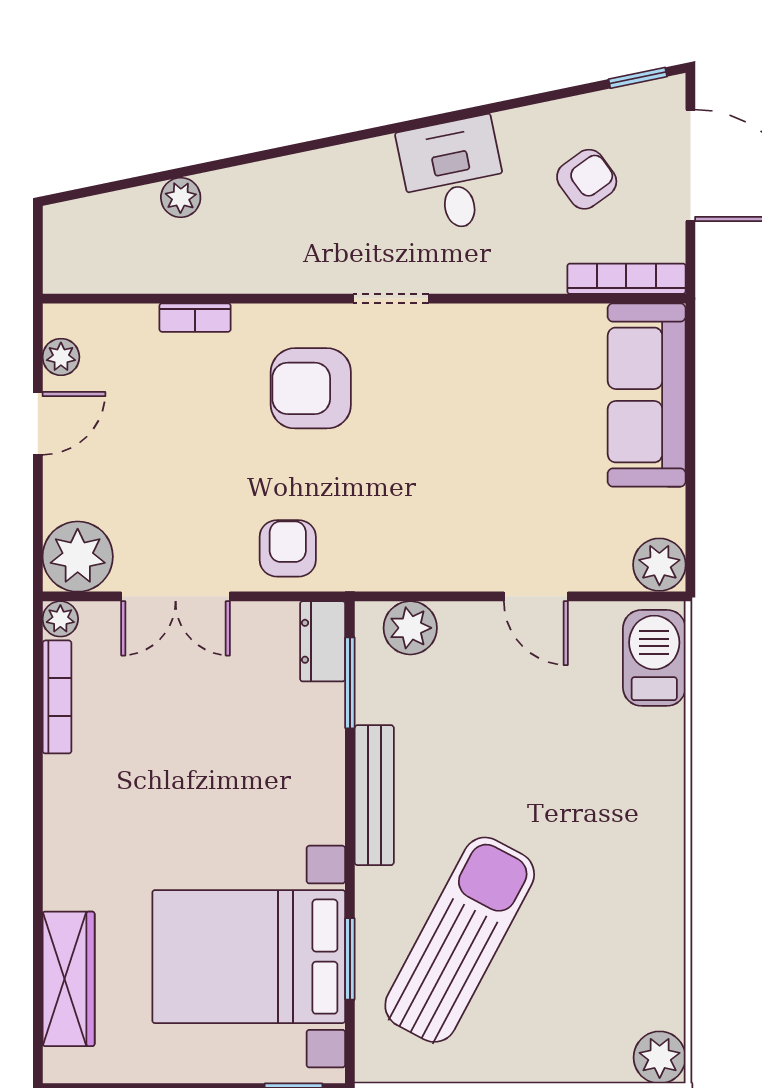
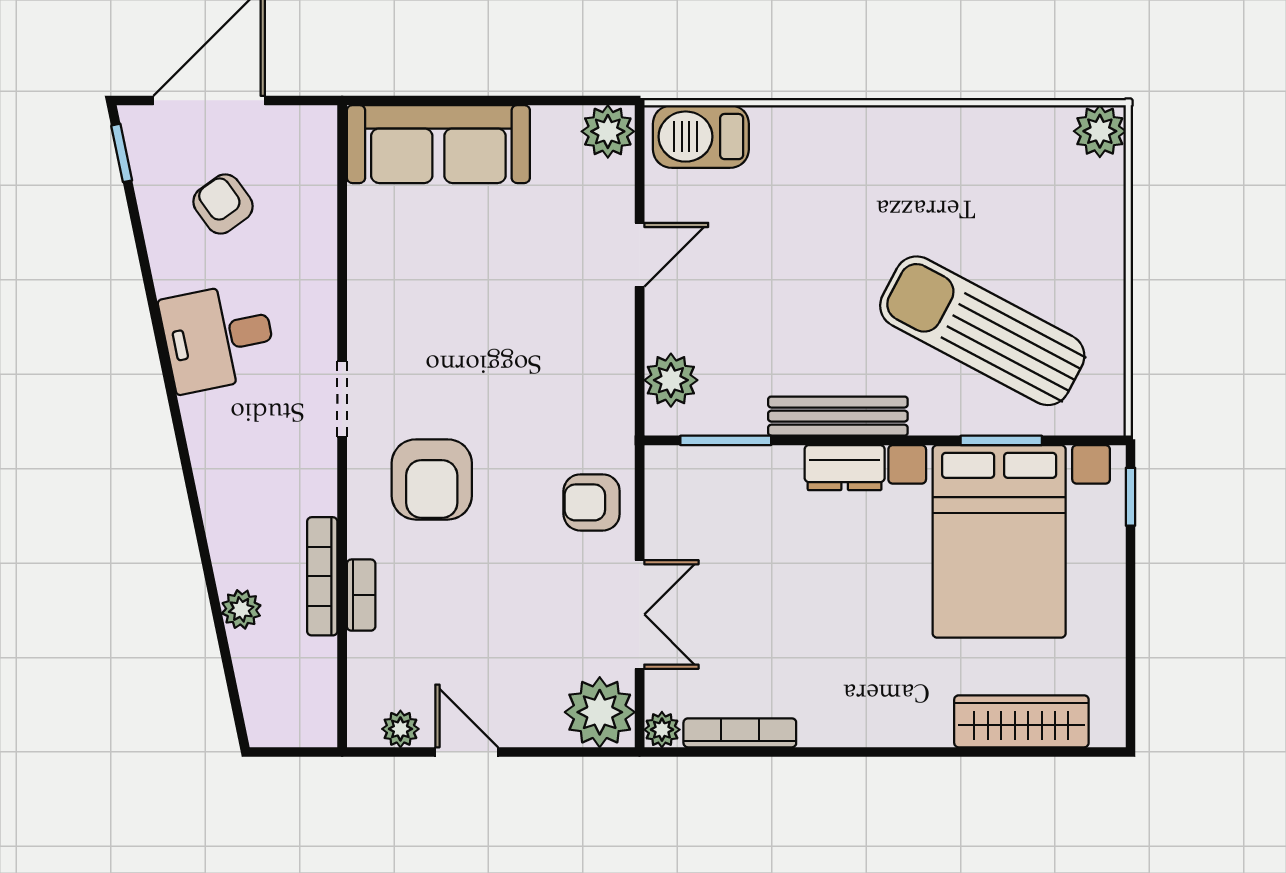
bookcase: (626, 279) -> (322, 576), moved
dresser: (323, 641) -> (845, 468), moved

